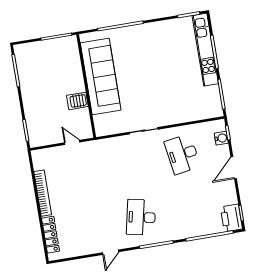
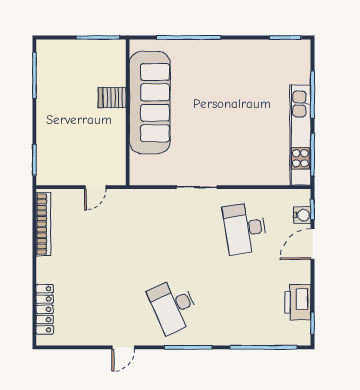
kitchen unit: (205, 50) -> (300, 135), moved
server rack: (77, 101) -> (112, 98), moved
door: (72, 142) -> (95, 187), swing flipped
door: (234, 168) -> (312, 244), moved
bookcase: (43, 193) -> (43, 224), moved
desk: (141, 217) -> (173, 306), turned -36
printer: (231, 218) -> (298, 302), moved

